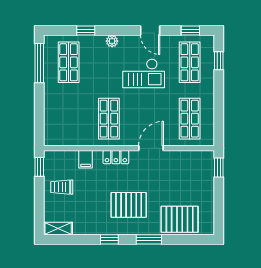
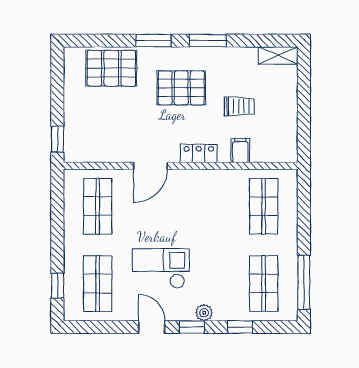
window: (190, 31) -> (192, 327), moved
shop shelf: (109, 119) -> (264, 206), moved
window: (39, 167) -> (304, 140), removed
trolley: (62, 187) -> (239, 106), moved
window: (109, 239) -> (208, 41), width x1.50

